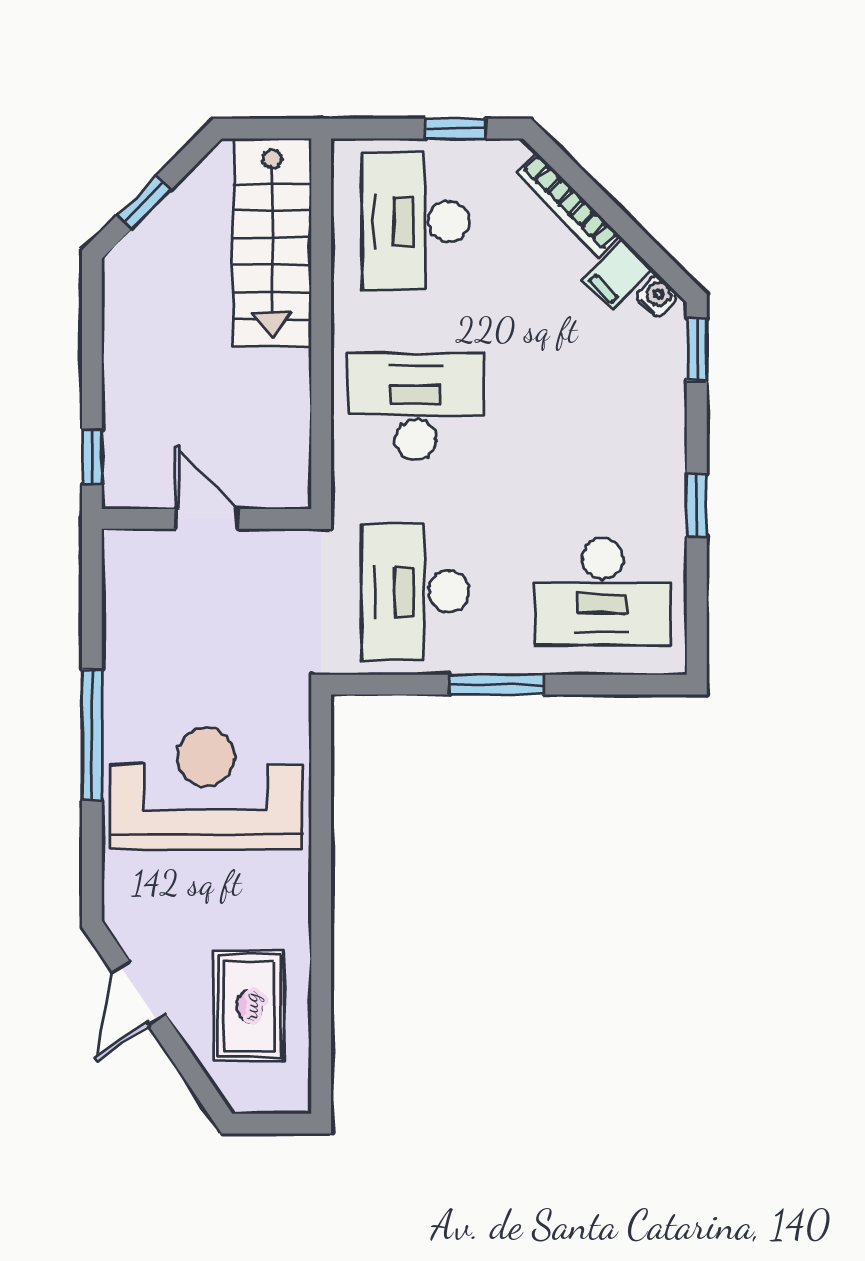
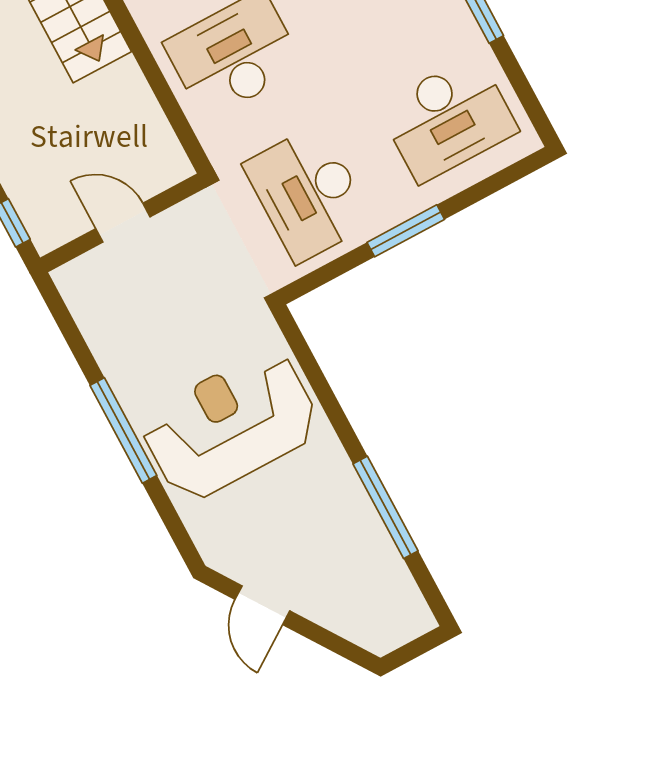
window: (321, 961) -> (386, 507), added
rug: (249, 1006) -> (350, 570), removed

